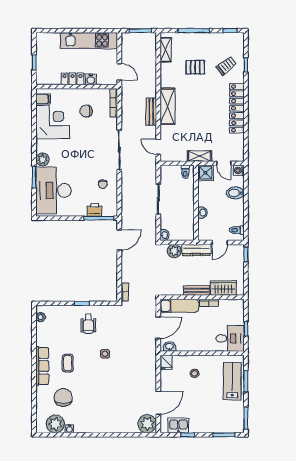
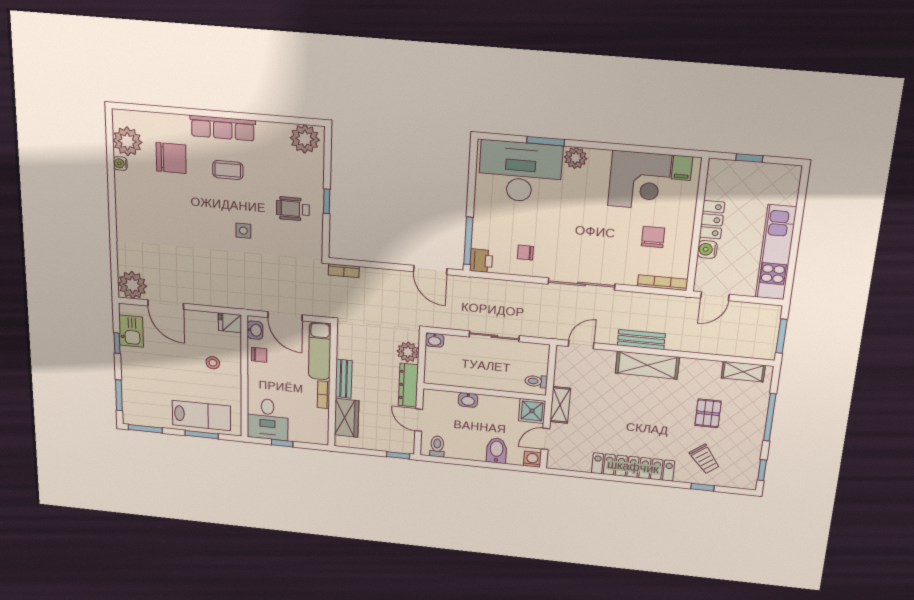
printer: (94, 210) -> (481, 261), moved
plant: (41, 317) -> (305, 139), width x1.88, depth x1.88
chair: (186, 344) -> (259, 355), added

